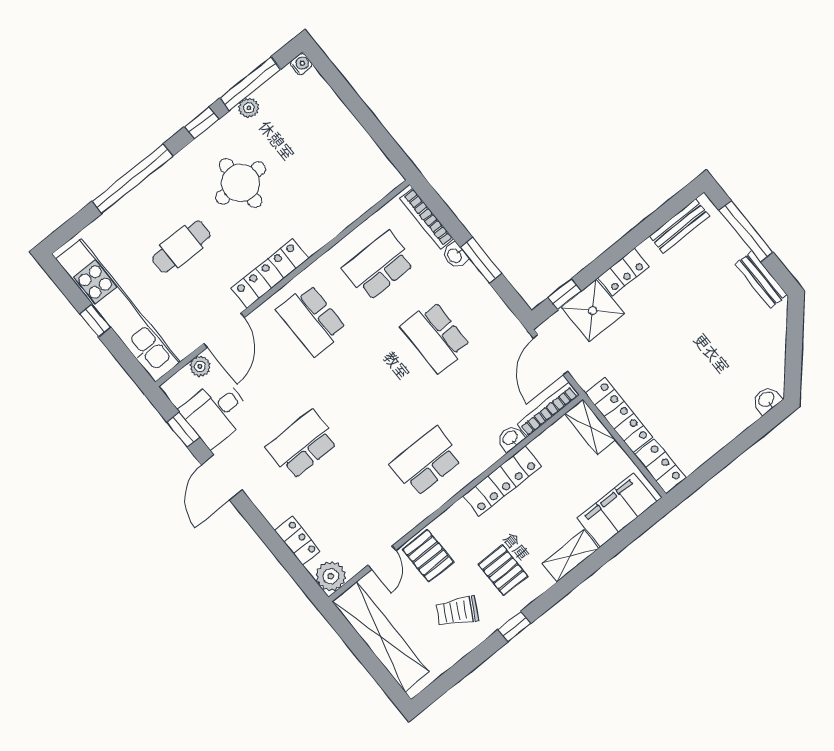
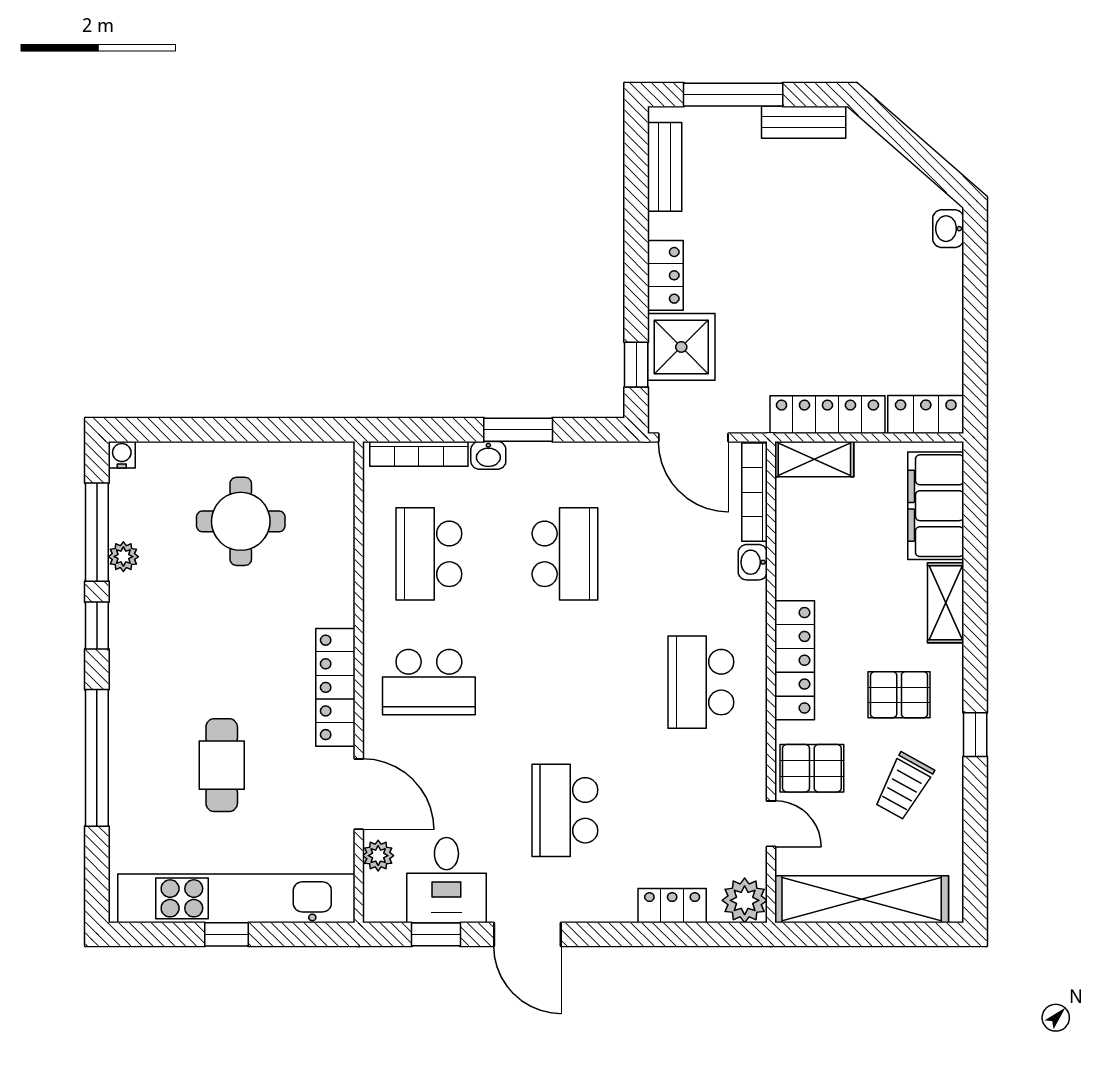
round table: (241, 183) -> (241, 521), moved
school desk: (436, 337) -> (565, 554), turned -90
locker: (502, 481) -> (795, 660), moved

